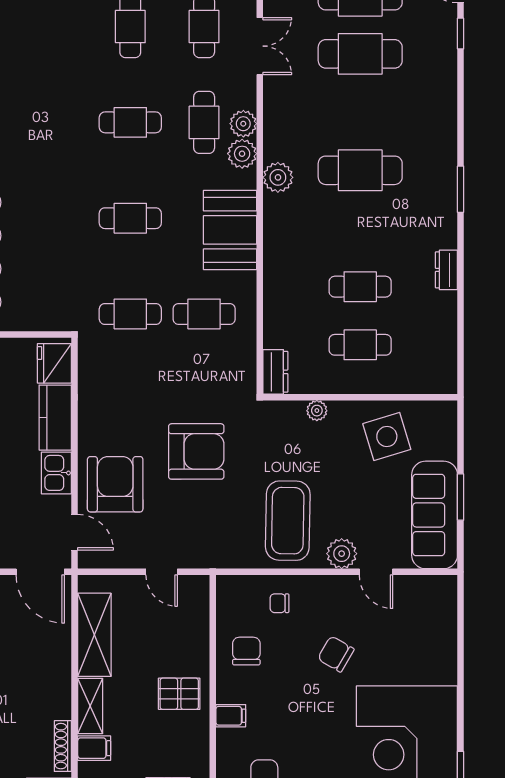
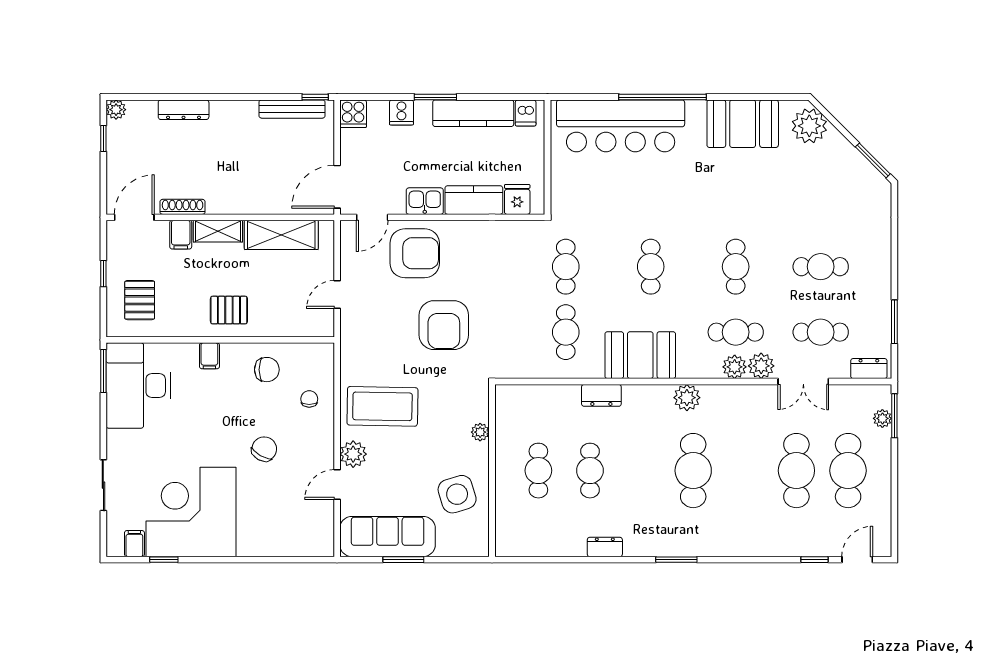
plant: (242, 154) -> (761, 366), moved
fridge: (54, 363) -> (517, 199), width x0.72
dresser: (275, 372) -> (601, 395), moved
pallet: (179, 694) -> (229, 310), turned 90

